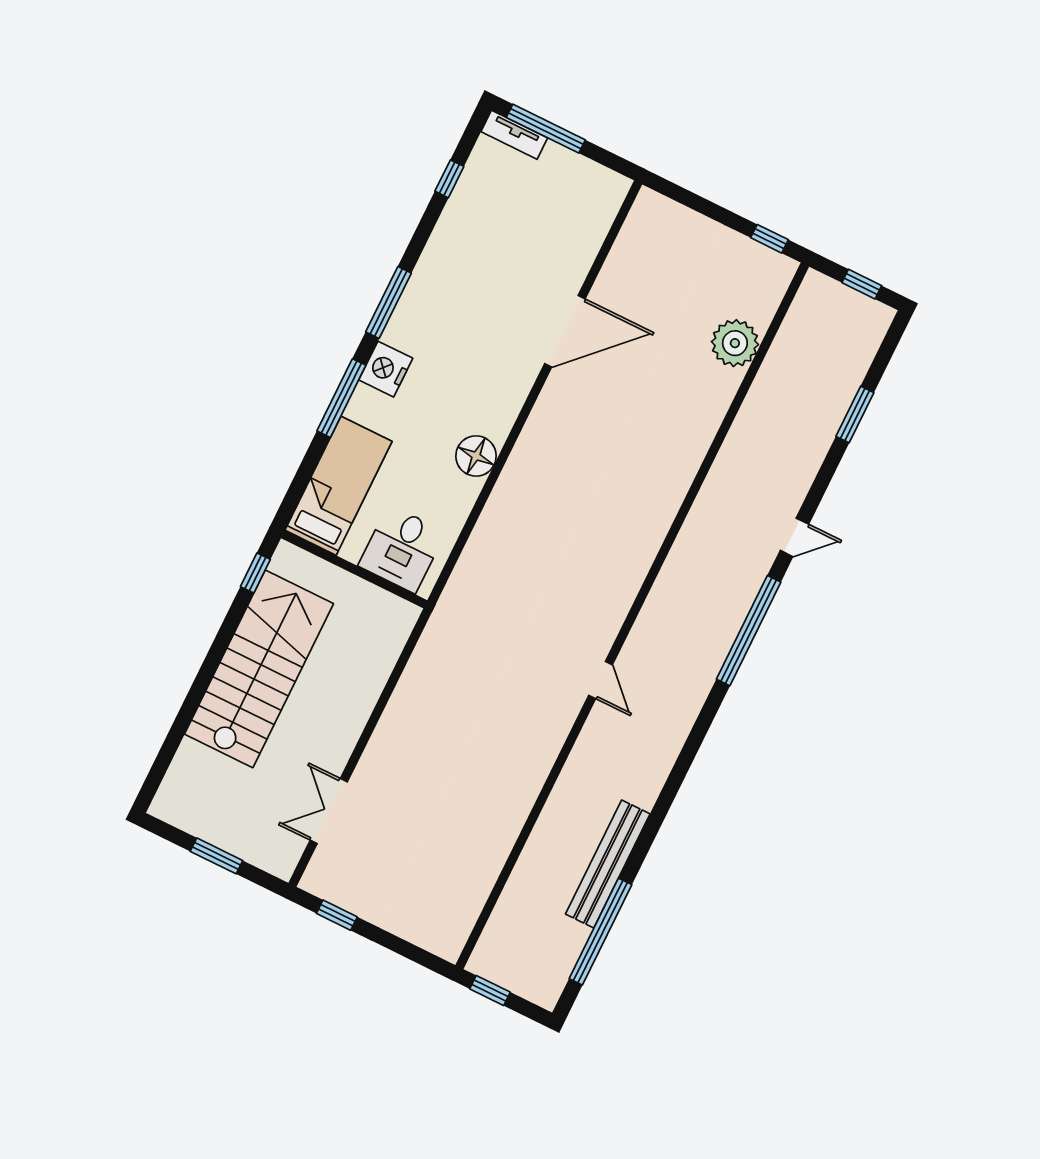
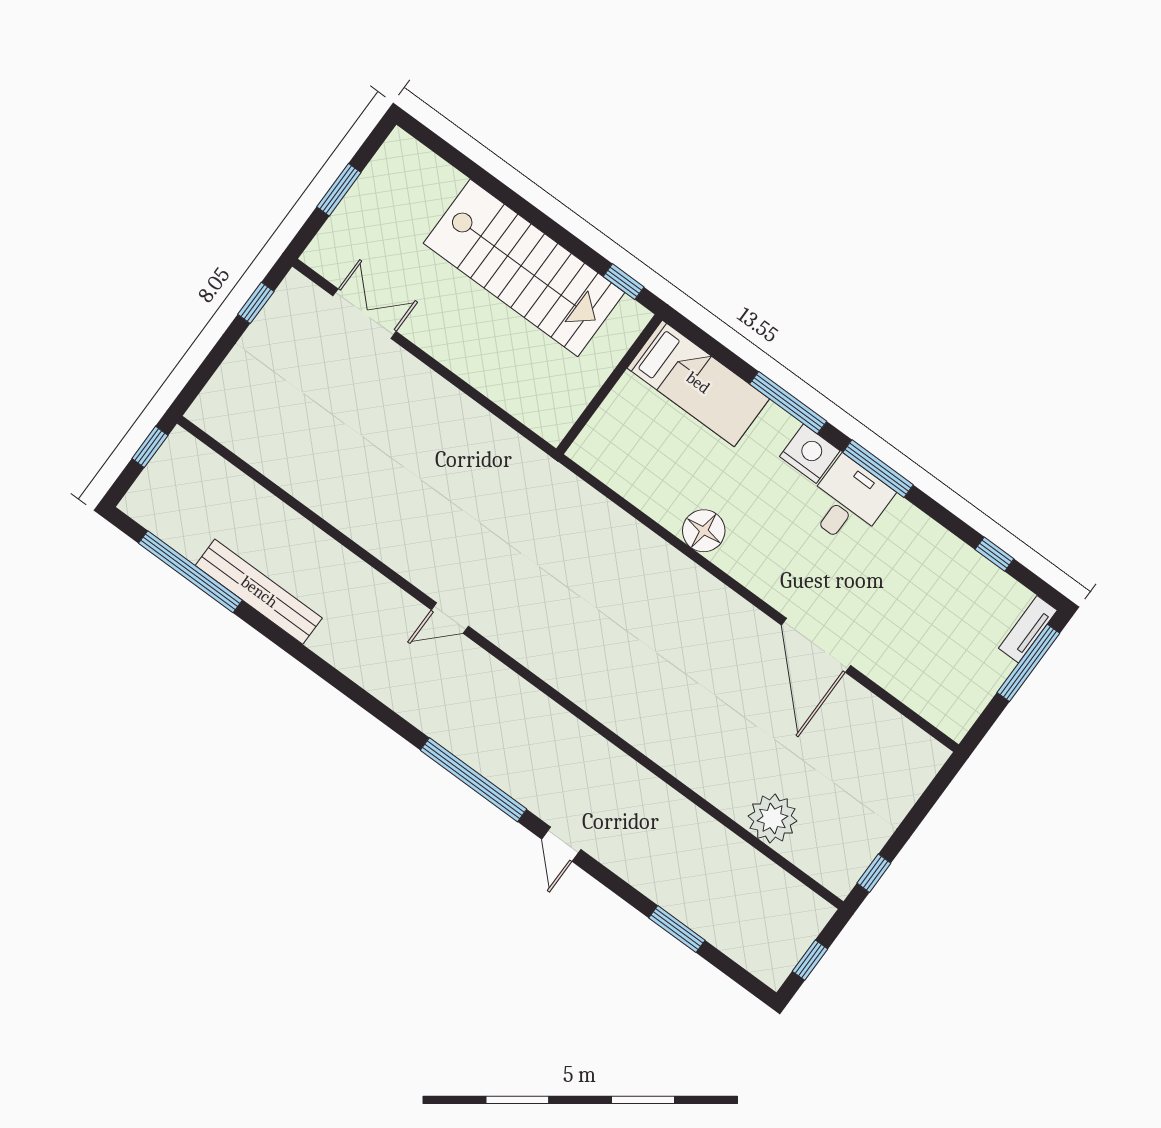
desk: (402, 549) -> (848, 502), moved, turned 90

